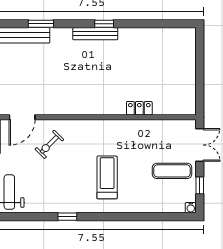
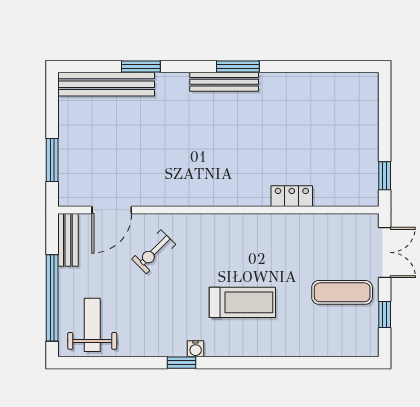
window: (104, 24) -> (238, 67), width x1.50
window: (200, 95) -> (385, 176), added
treadmill: (107, 177) -> (242, 302), turned 90
water cooler: (191, 208) -> (196, 349), moved

